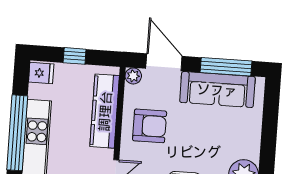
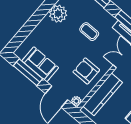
sofa: (217, 90) -> (40, 64), width x0.73

